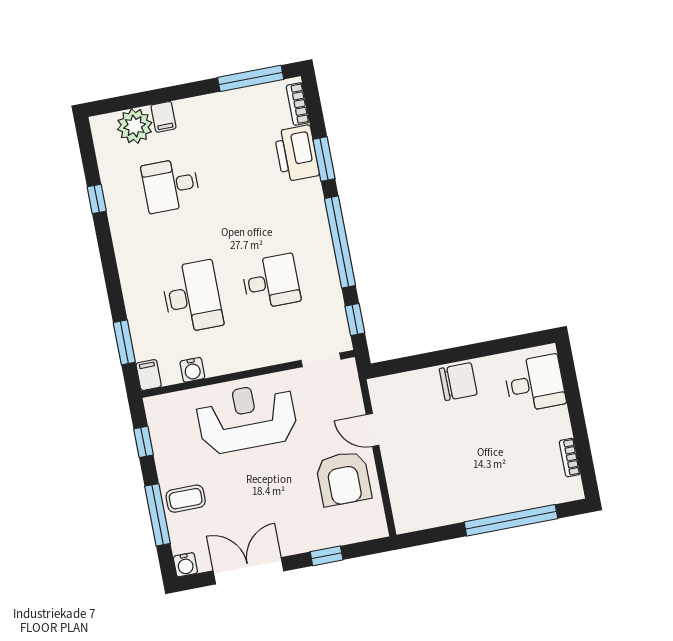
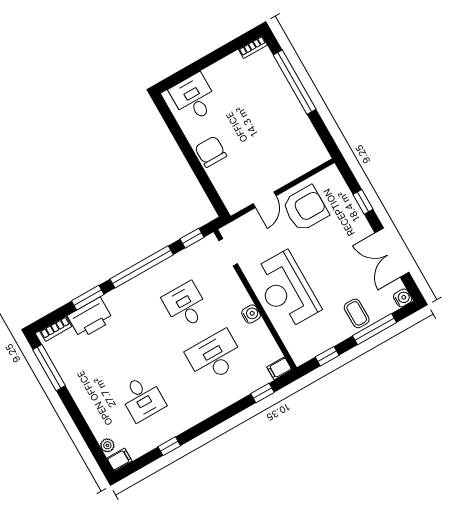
filing cabinet: (164, 117) -> (119, 460), moved
plant: (135, 126) -> (107, 445), width x0.53, depth x0.53
window: (124, 342) -> (262, 393), width x0.67
water cooler: (192, 370) -> (251, 314), moved
bookcase: (570, 458) -> (253, 47), moved

